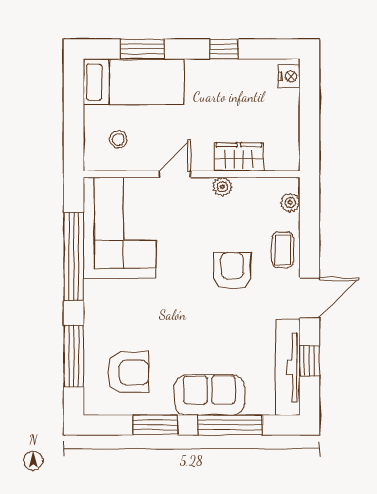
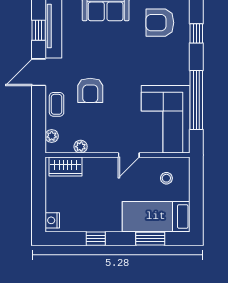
wardrobe: (239, 157) -> (65, 167), moved
plant: (222, 187) -> (81, 147), moved
window: (74, 356) -> (196, 33), width x0.46

